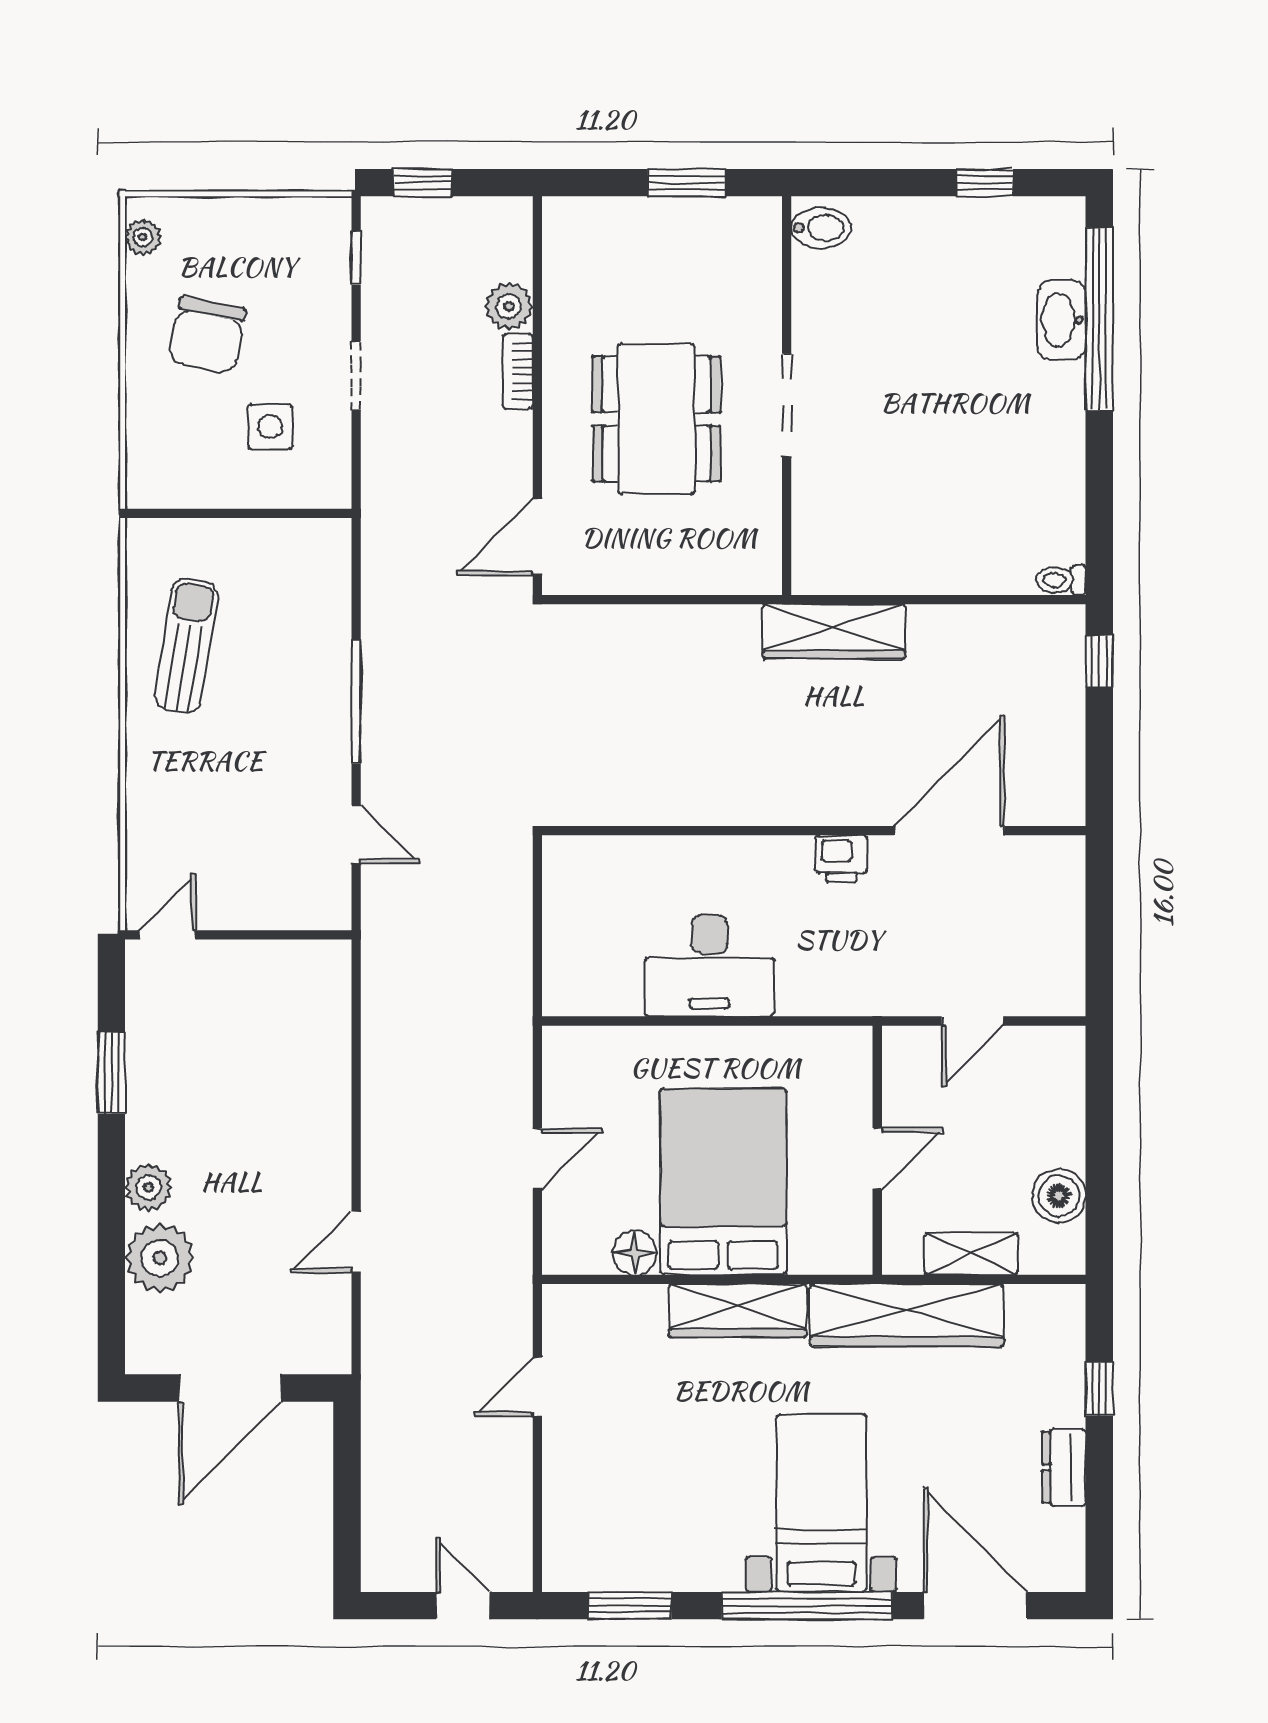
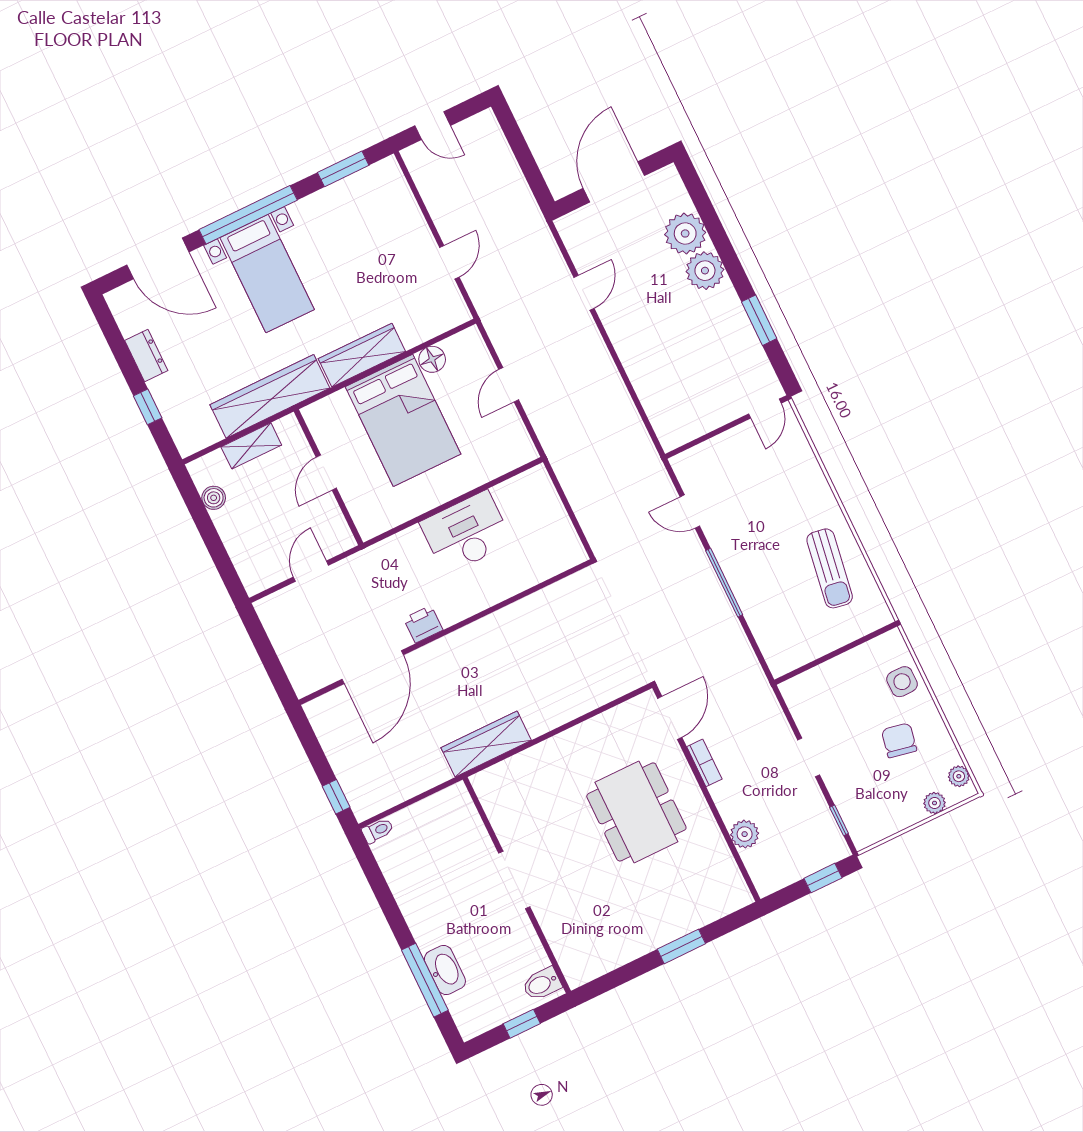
plant: (199, 215) -> (935, 803), added
bidet: (821, 228) -> (542, 984), moved
window: (1099, 319) -> (425, 980), width x0.68
chair: (207, 335) -> (899, 740), width x0.73, depth x0.73
bookcase: (518, 371) -> (704, 763), moved
wall: (787, 396) -> (517, 885), moved
doorway: (787, 405) -> (514, 880), moved
side table: (270, 427) -> (902, 682), moved
plant: (148, 1187) -> (705, 271), width x1.36, depth x1.36
boiler: (1059, 1196) -> (214, 498), width x0.73, depth x0.73

